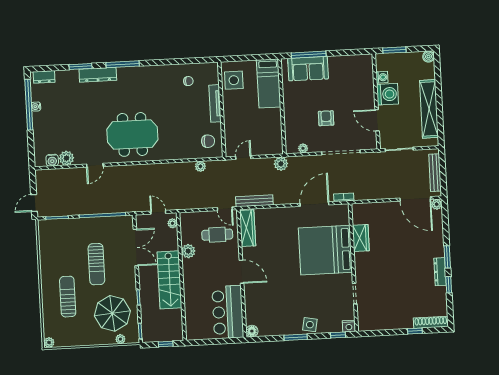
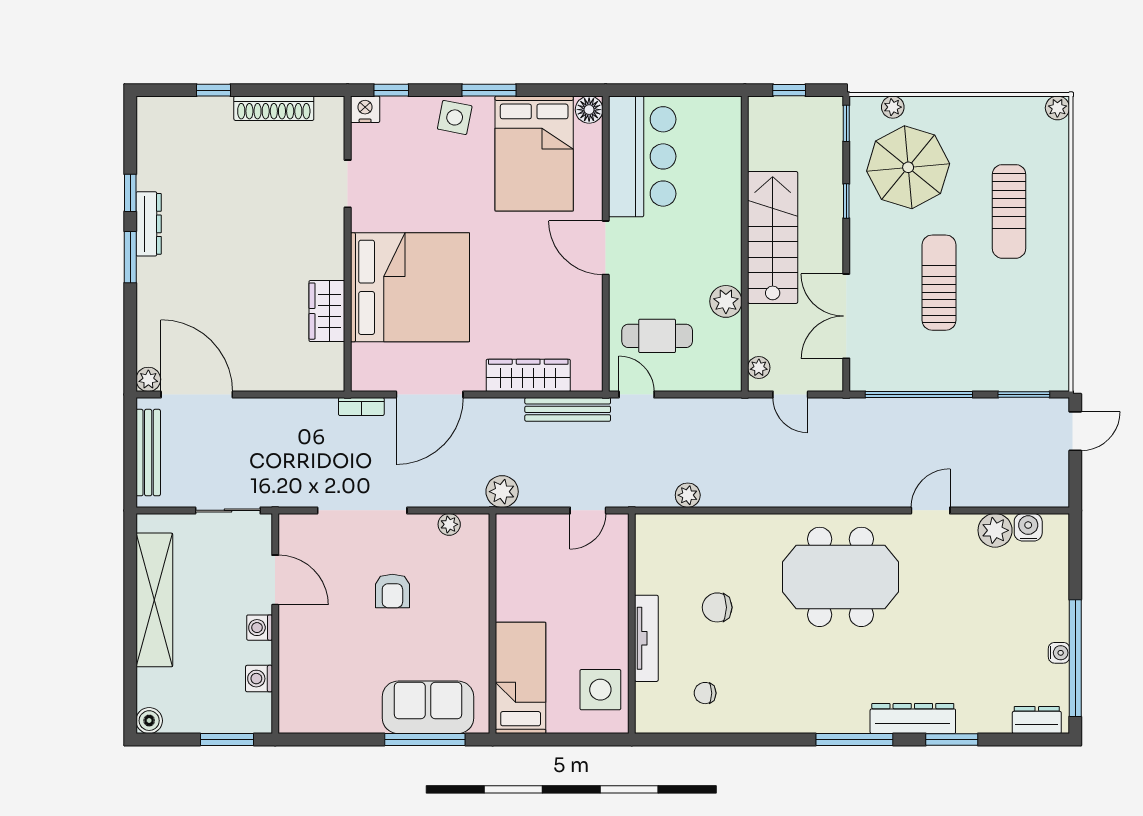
washing machine: (387, 94) -> (260, 628), width x0.53, depth x0.53
chair: (208, 141) -> (717, 607), moved
wardrobe: (248, 228) -> (528, 375), moved, turned 90
bed: (275, 311) -> (534, 154), added
shoe rack: (431, 322) -> (274, 108), moved

